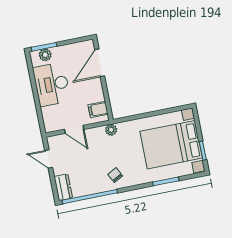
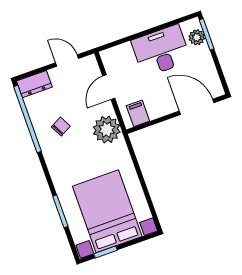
plant: (111, 130) -> (107, 130), width x1.87, depth x1.87
door: (49, 159) -> (67, 61), hinge flipped
chair: (115, 175) -> (61, 127), moved

